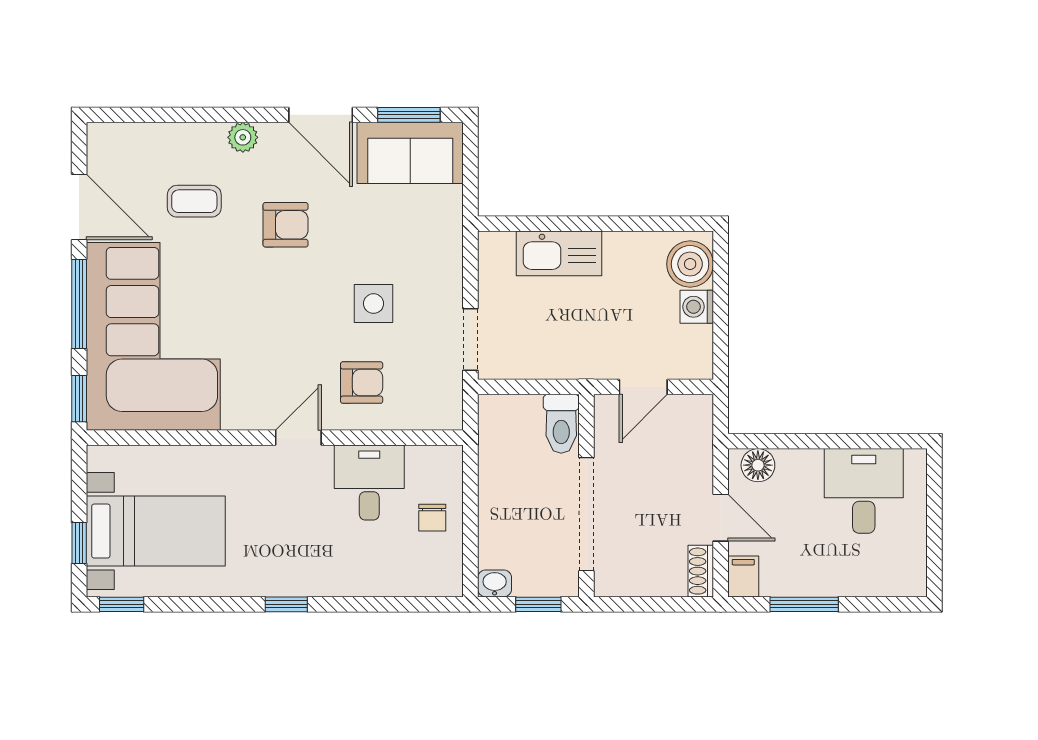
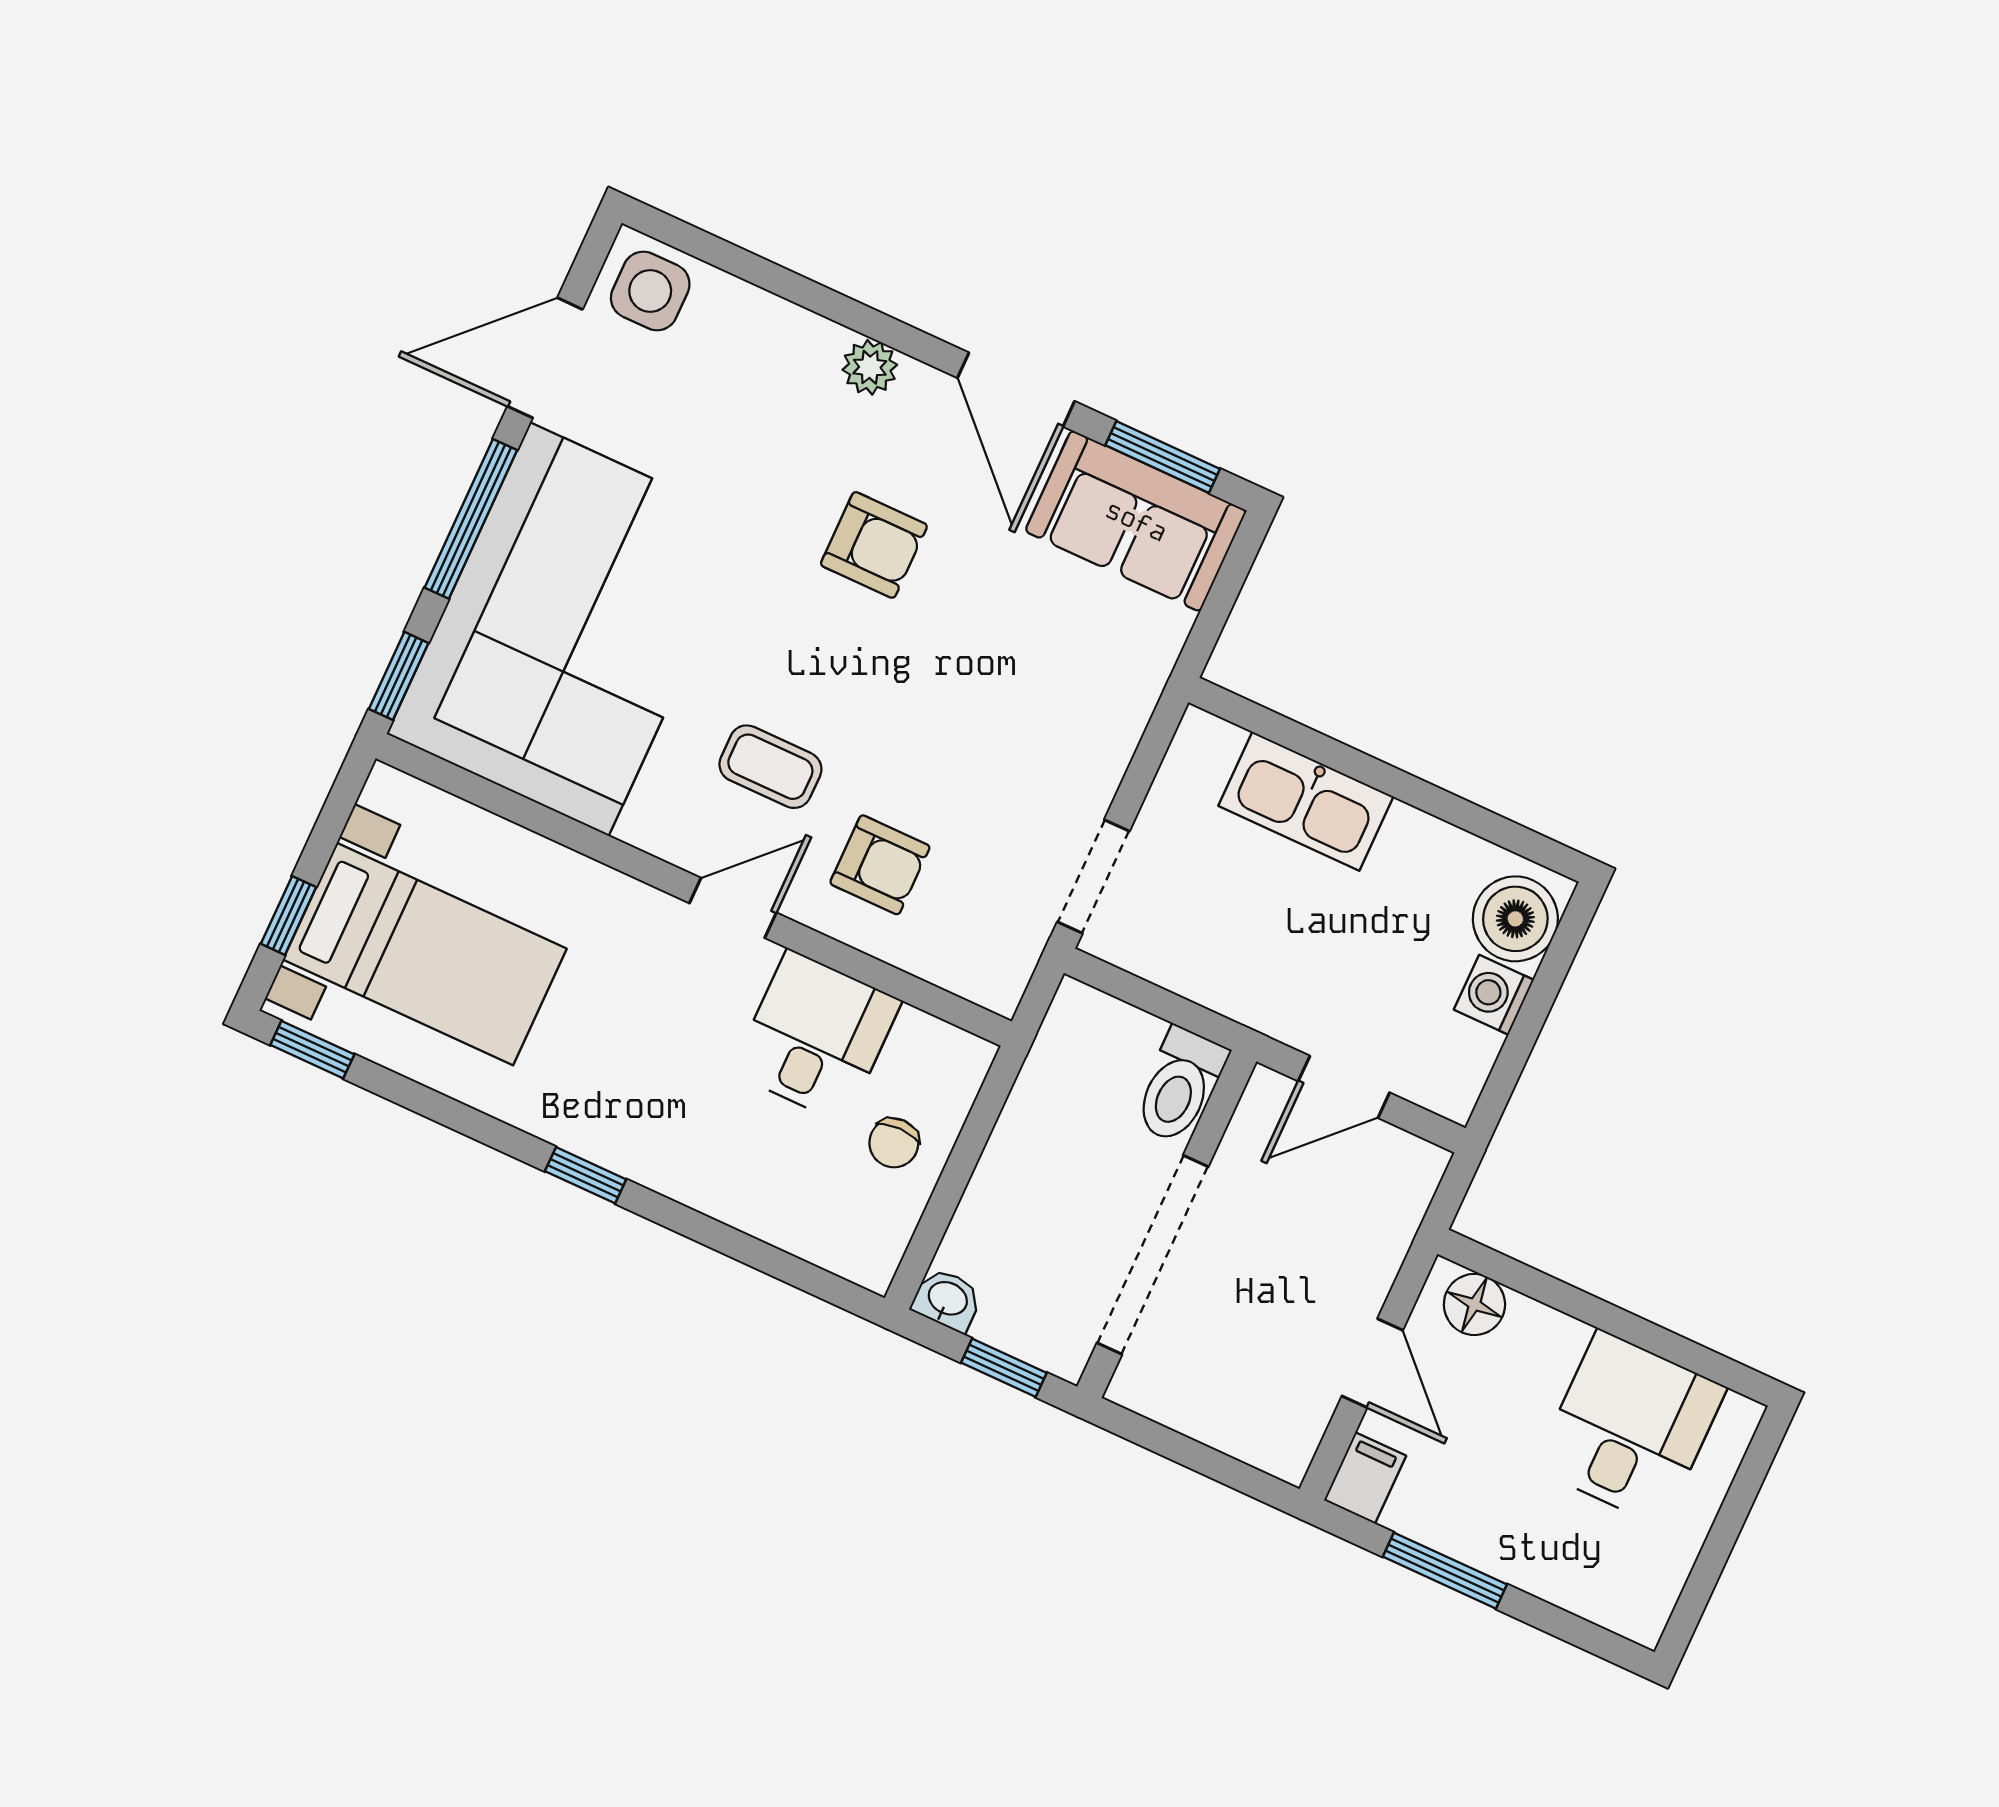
coffee table: (194, 201) -> (770, 767), moved
door: (79, 207) -> (545, 358), swing flipped
side table: (374, 304) -> (650, 291), moved
shoe rack: (701, 571) -> (1299, 1436), removed

